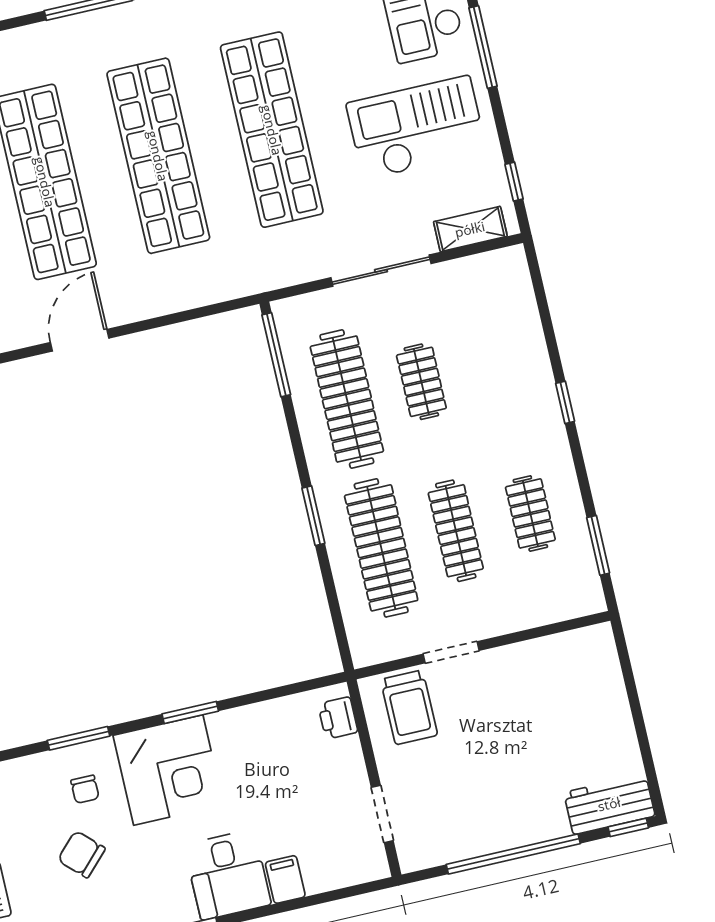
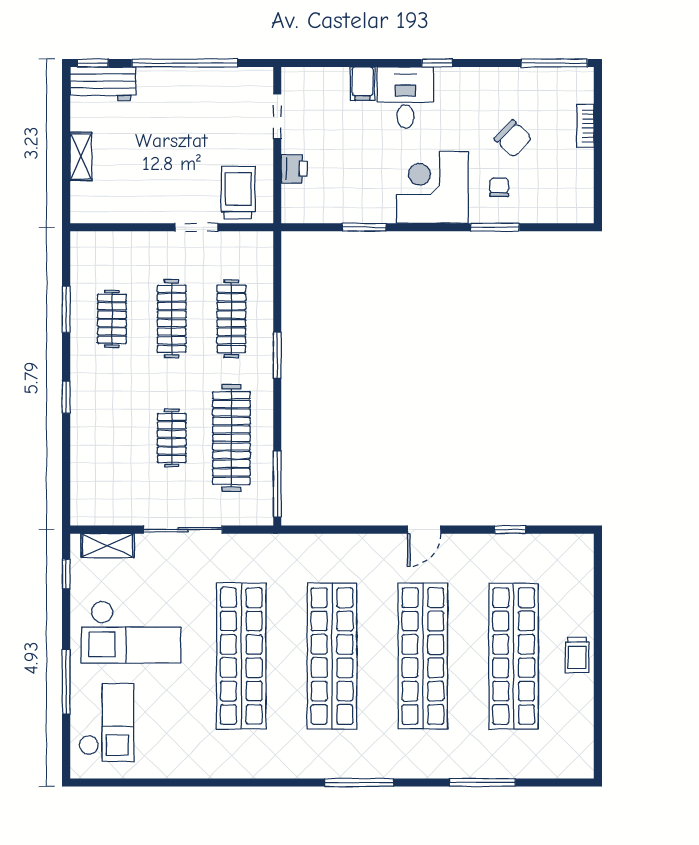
door: (80, 340) -> (424, 530), width x0.73
window: (598, 545) -> (66, 309), moved
clothes rail: (381, 548) -> (231, 319), width x0.73, depth x0.76
shelving: (616, 707) -> (81, 156), added
window: (190, 712) -> (364, 227), moved
printer: (338, 718) -> (294, 169), moved

